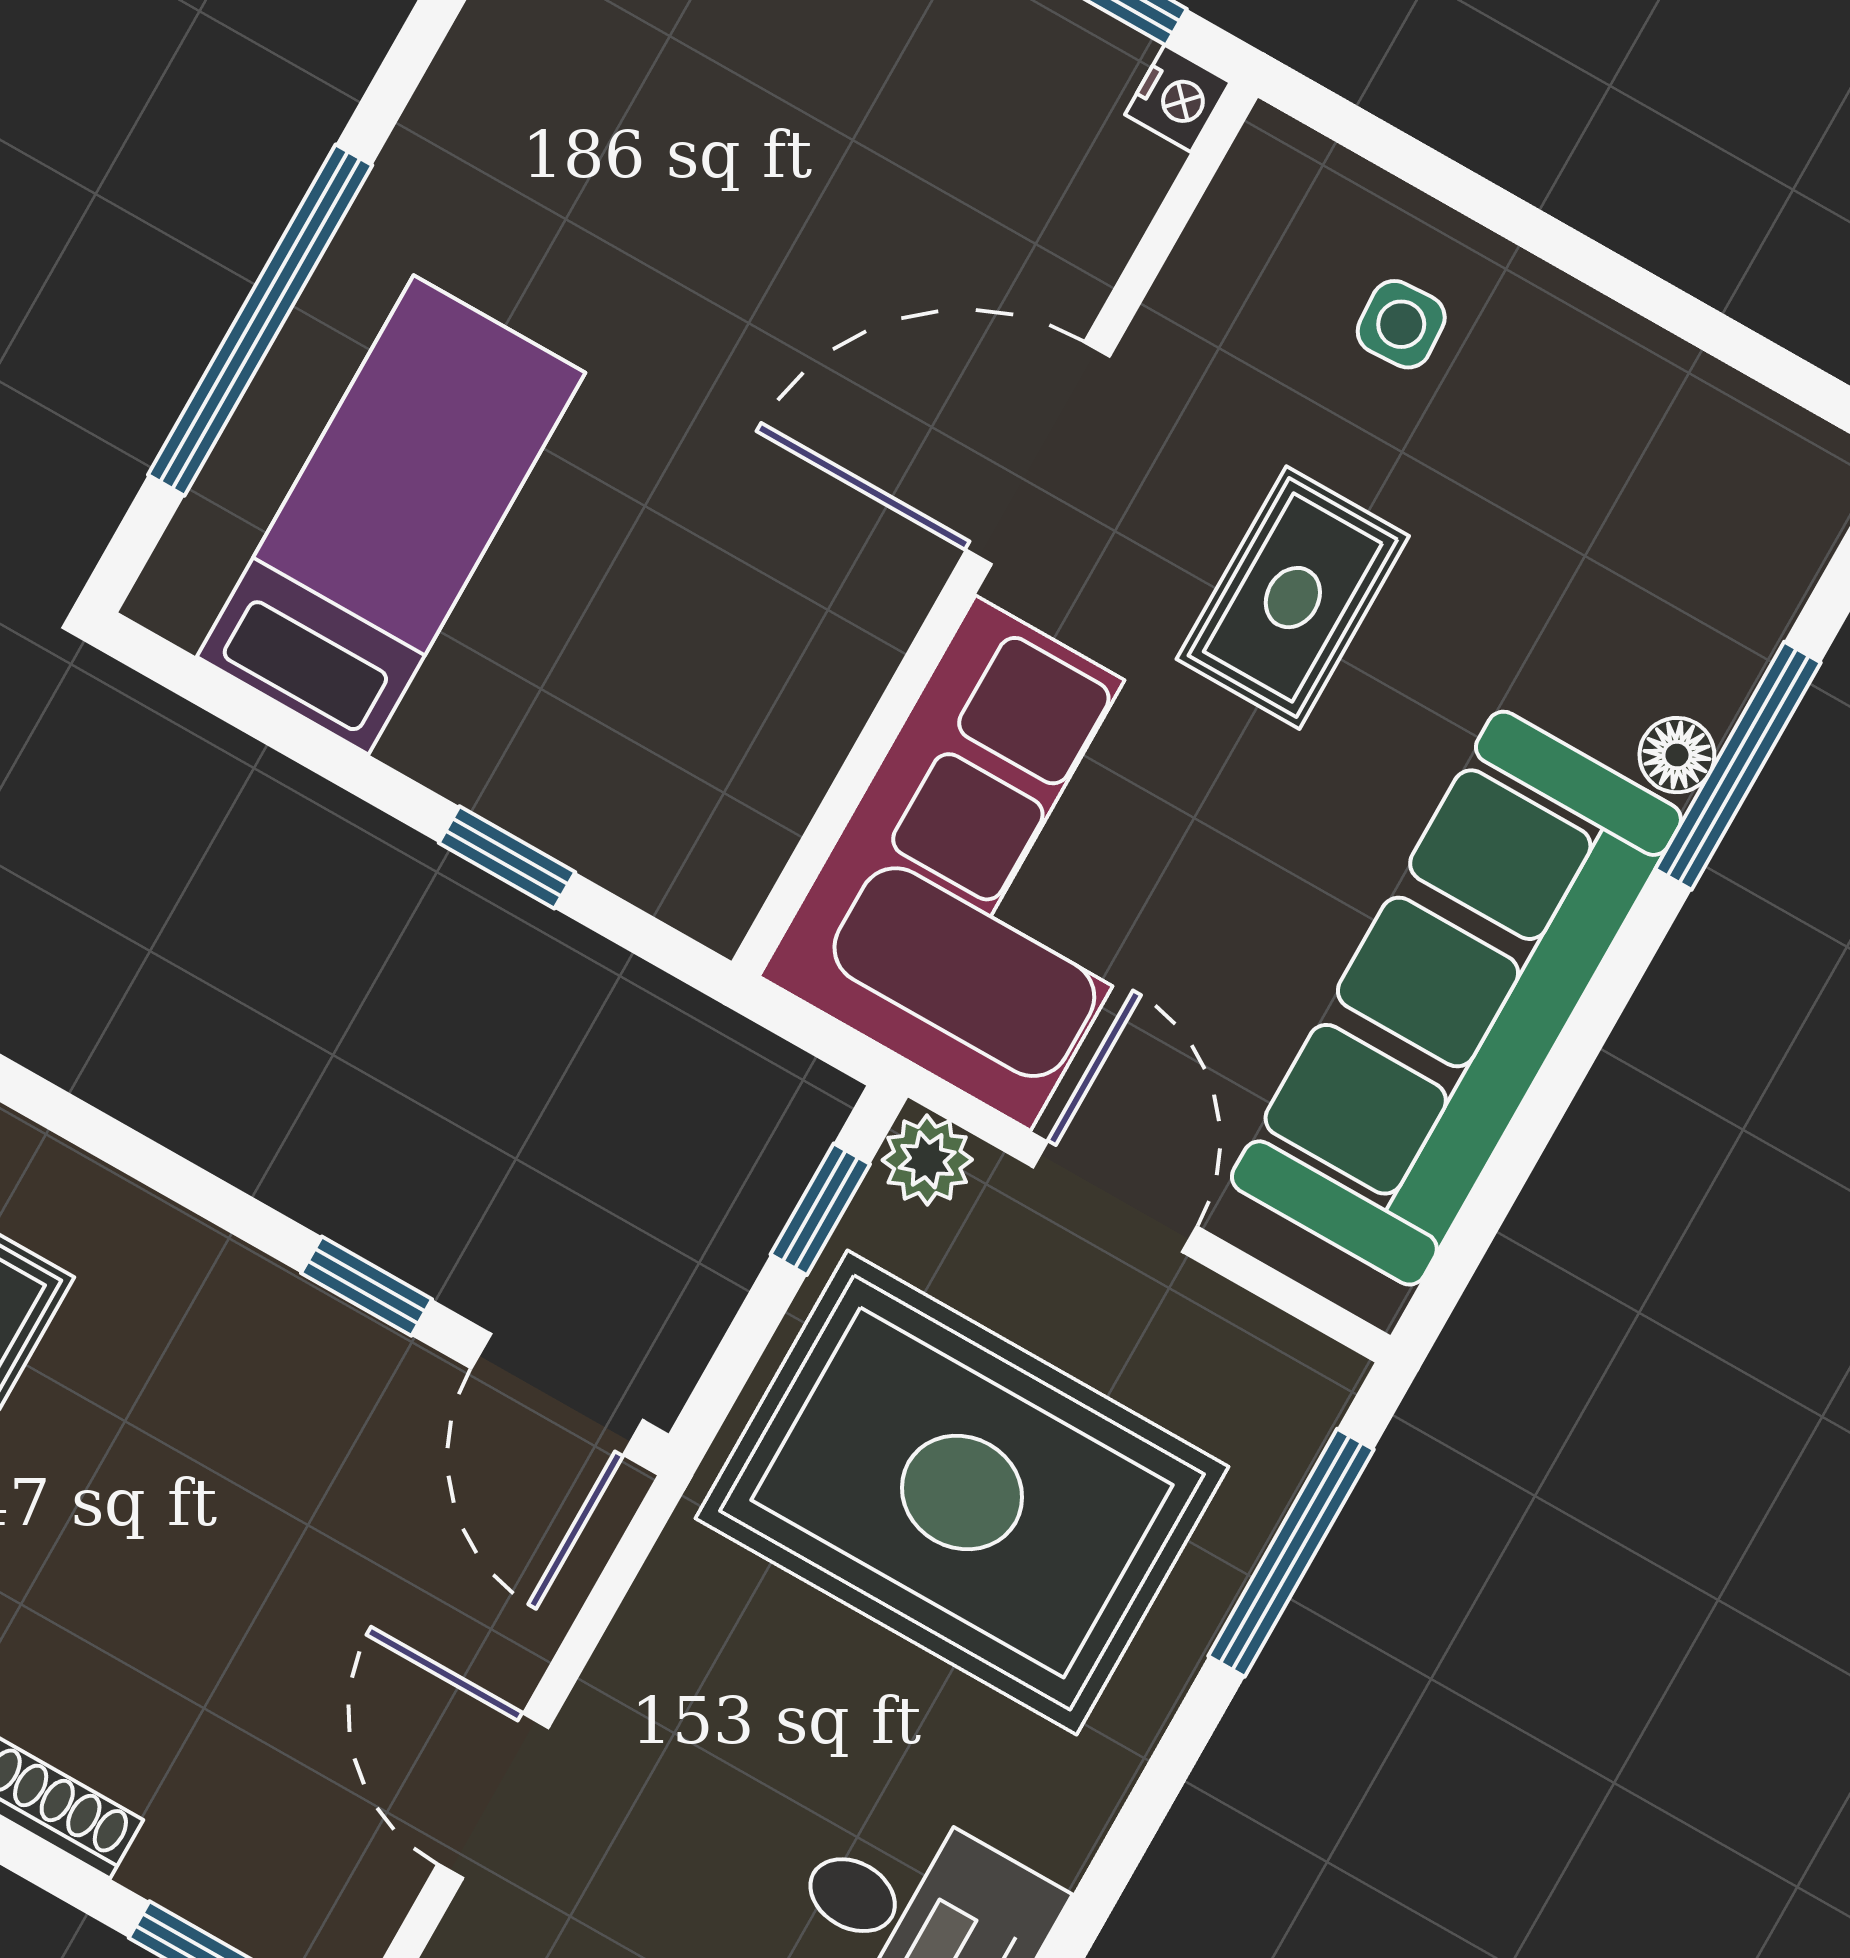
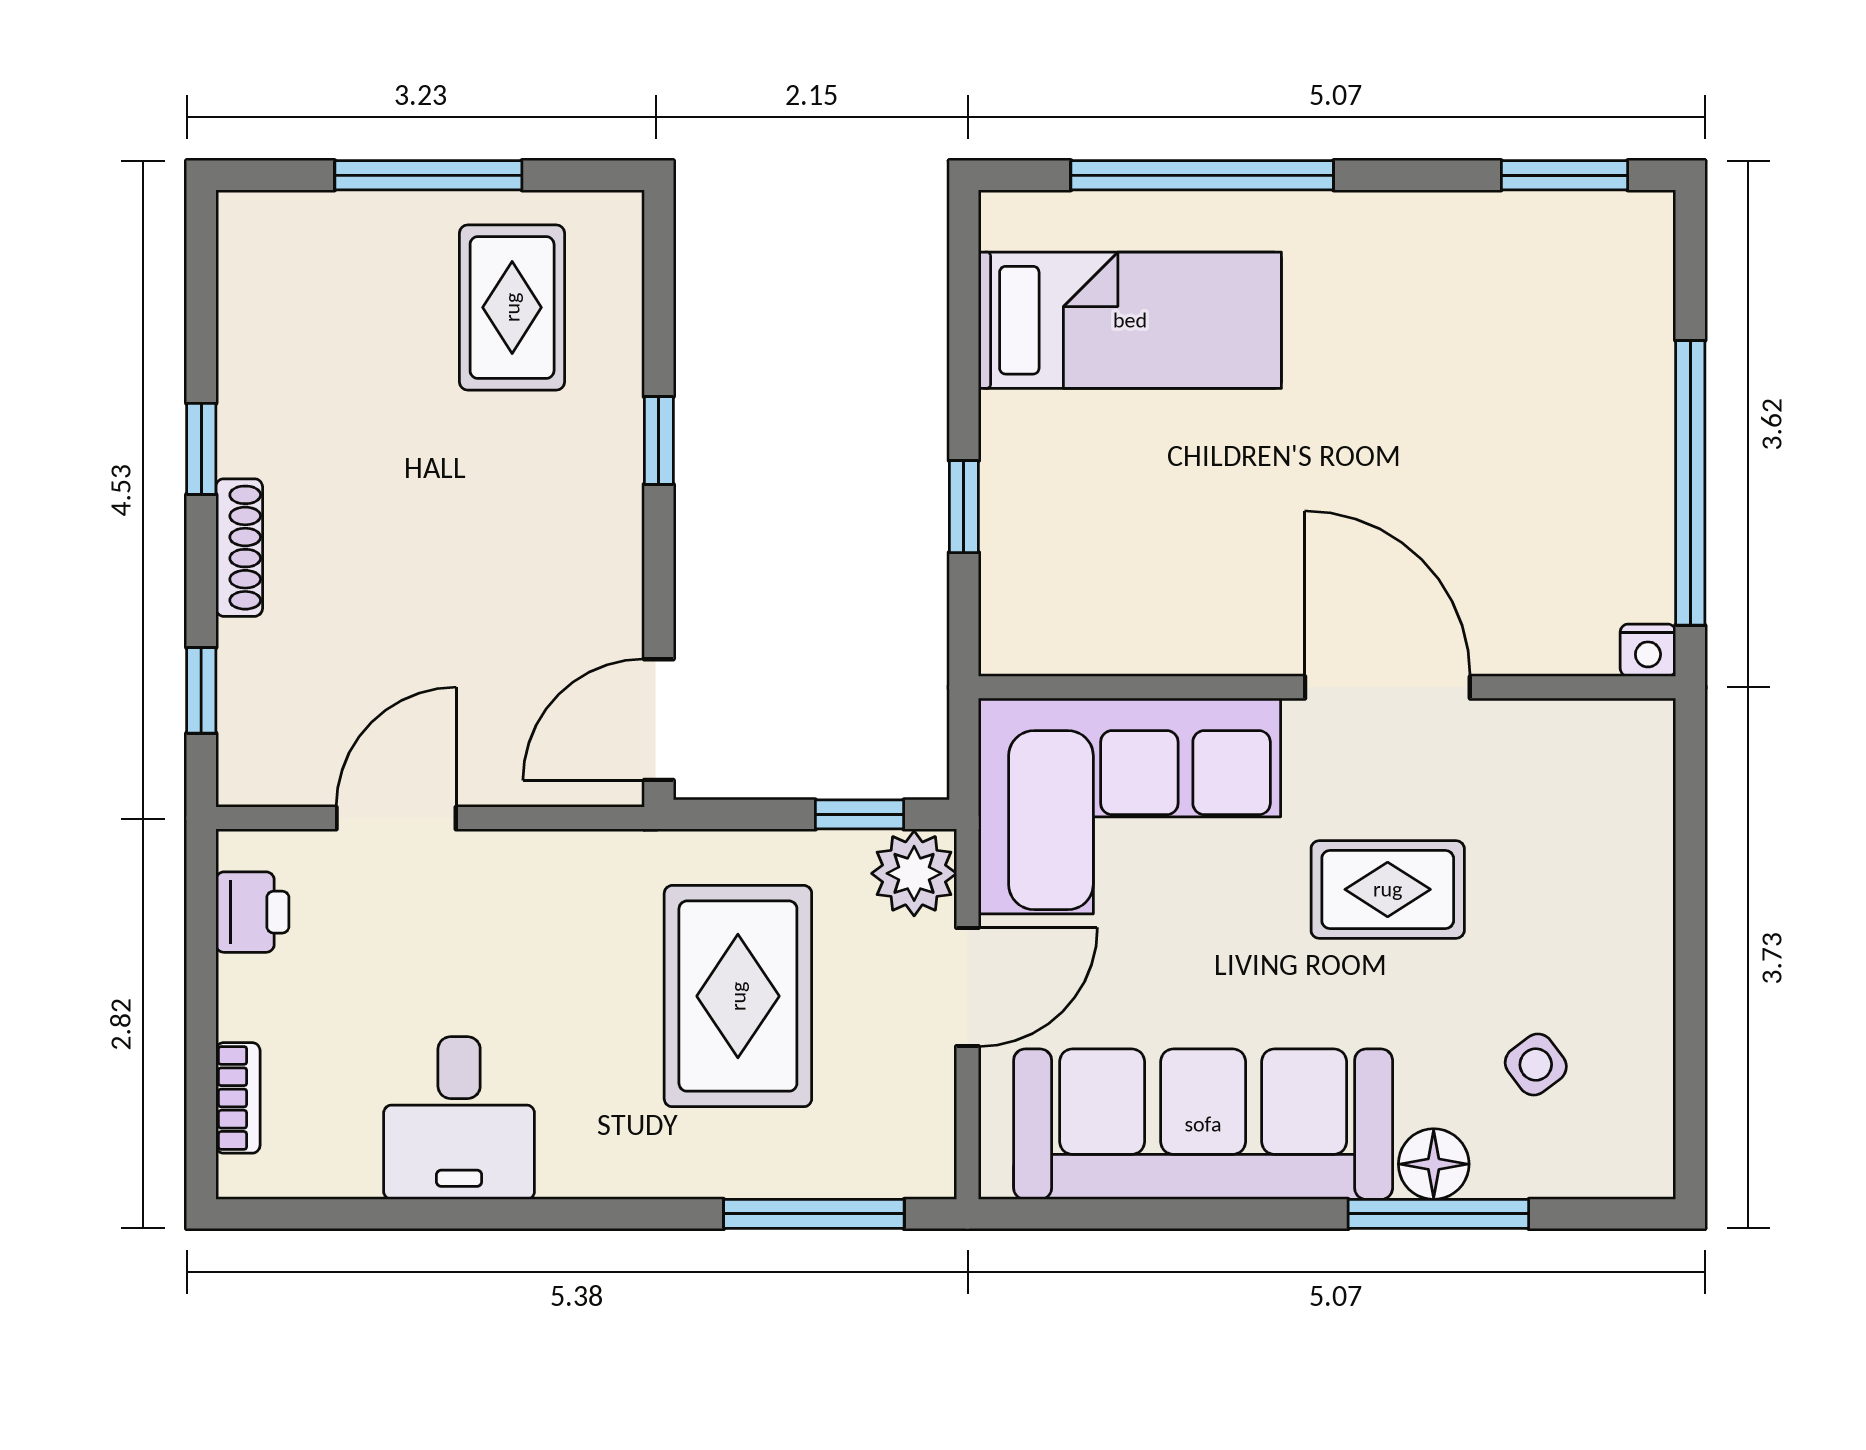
side table: (1401, 324) -> (1536, 1065), moved, turned -34
floor lamp: (1677, 755) -> (1434, 1164), width x1.37, depth x1.37
plant: (927, 1160) -> (914, 873), width x1.38, depth x1.38
window: (367, 1286) -> (659, 441), moved
rug: (962, 1492) -> (738, 996), width x0.73, depth x0.69

